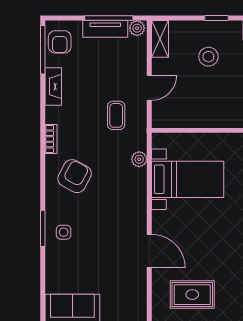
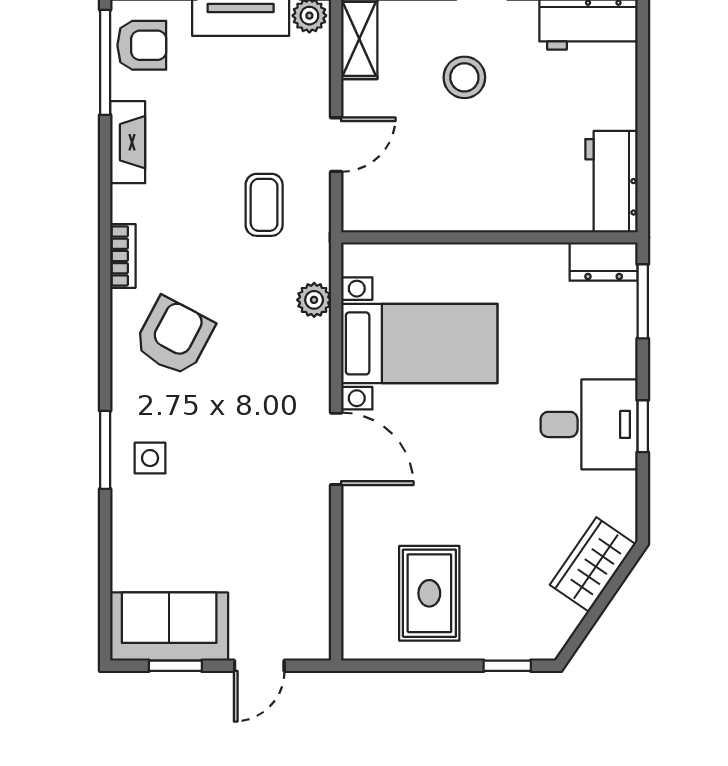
armchair: (60, 42) -> (142, 45), turned -90
door: (149, 251) -> (336, 449), moved
rug: (192, 295) -> (429, 593), turned 90

